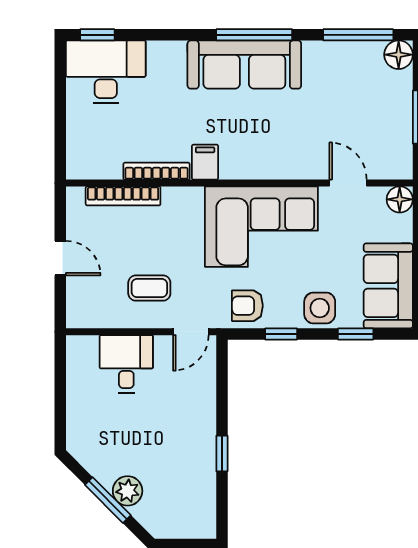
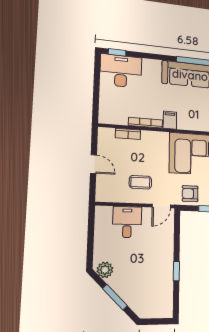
bookcase: (123, 196) -> (128, 134), width x0.64
plant: (128, 491) -> (105, 270), moved

